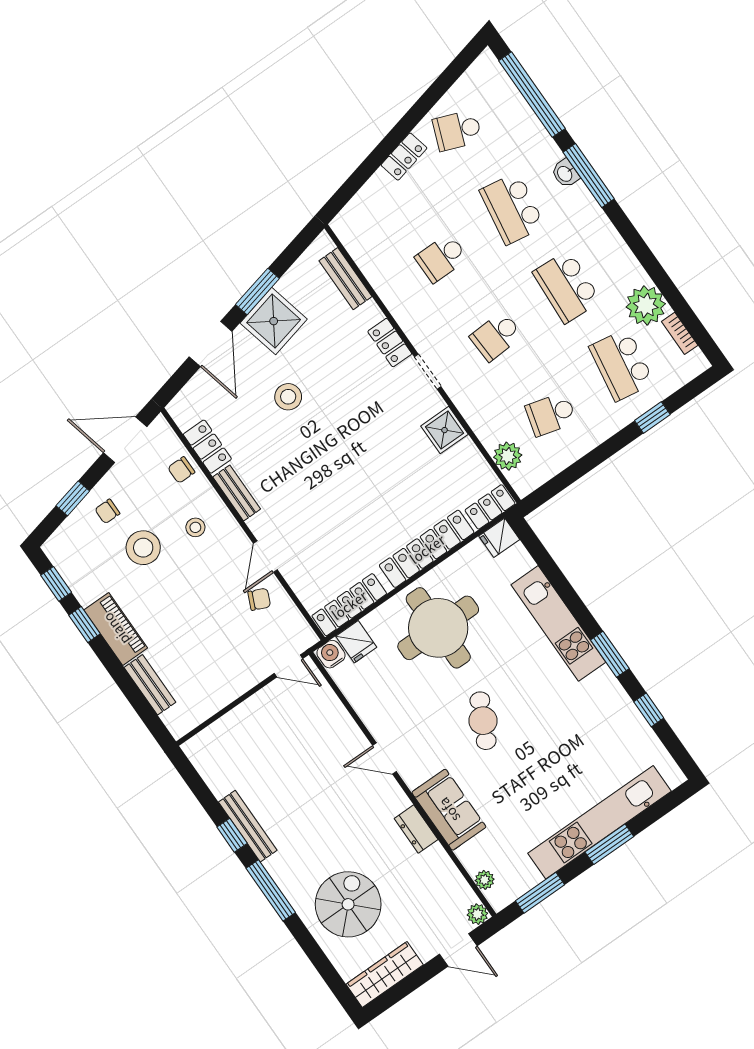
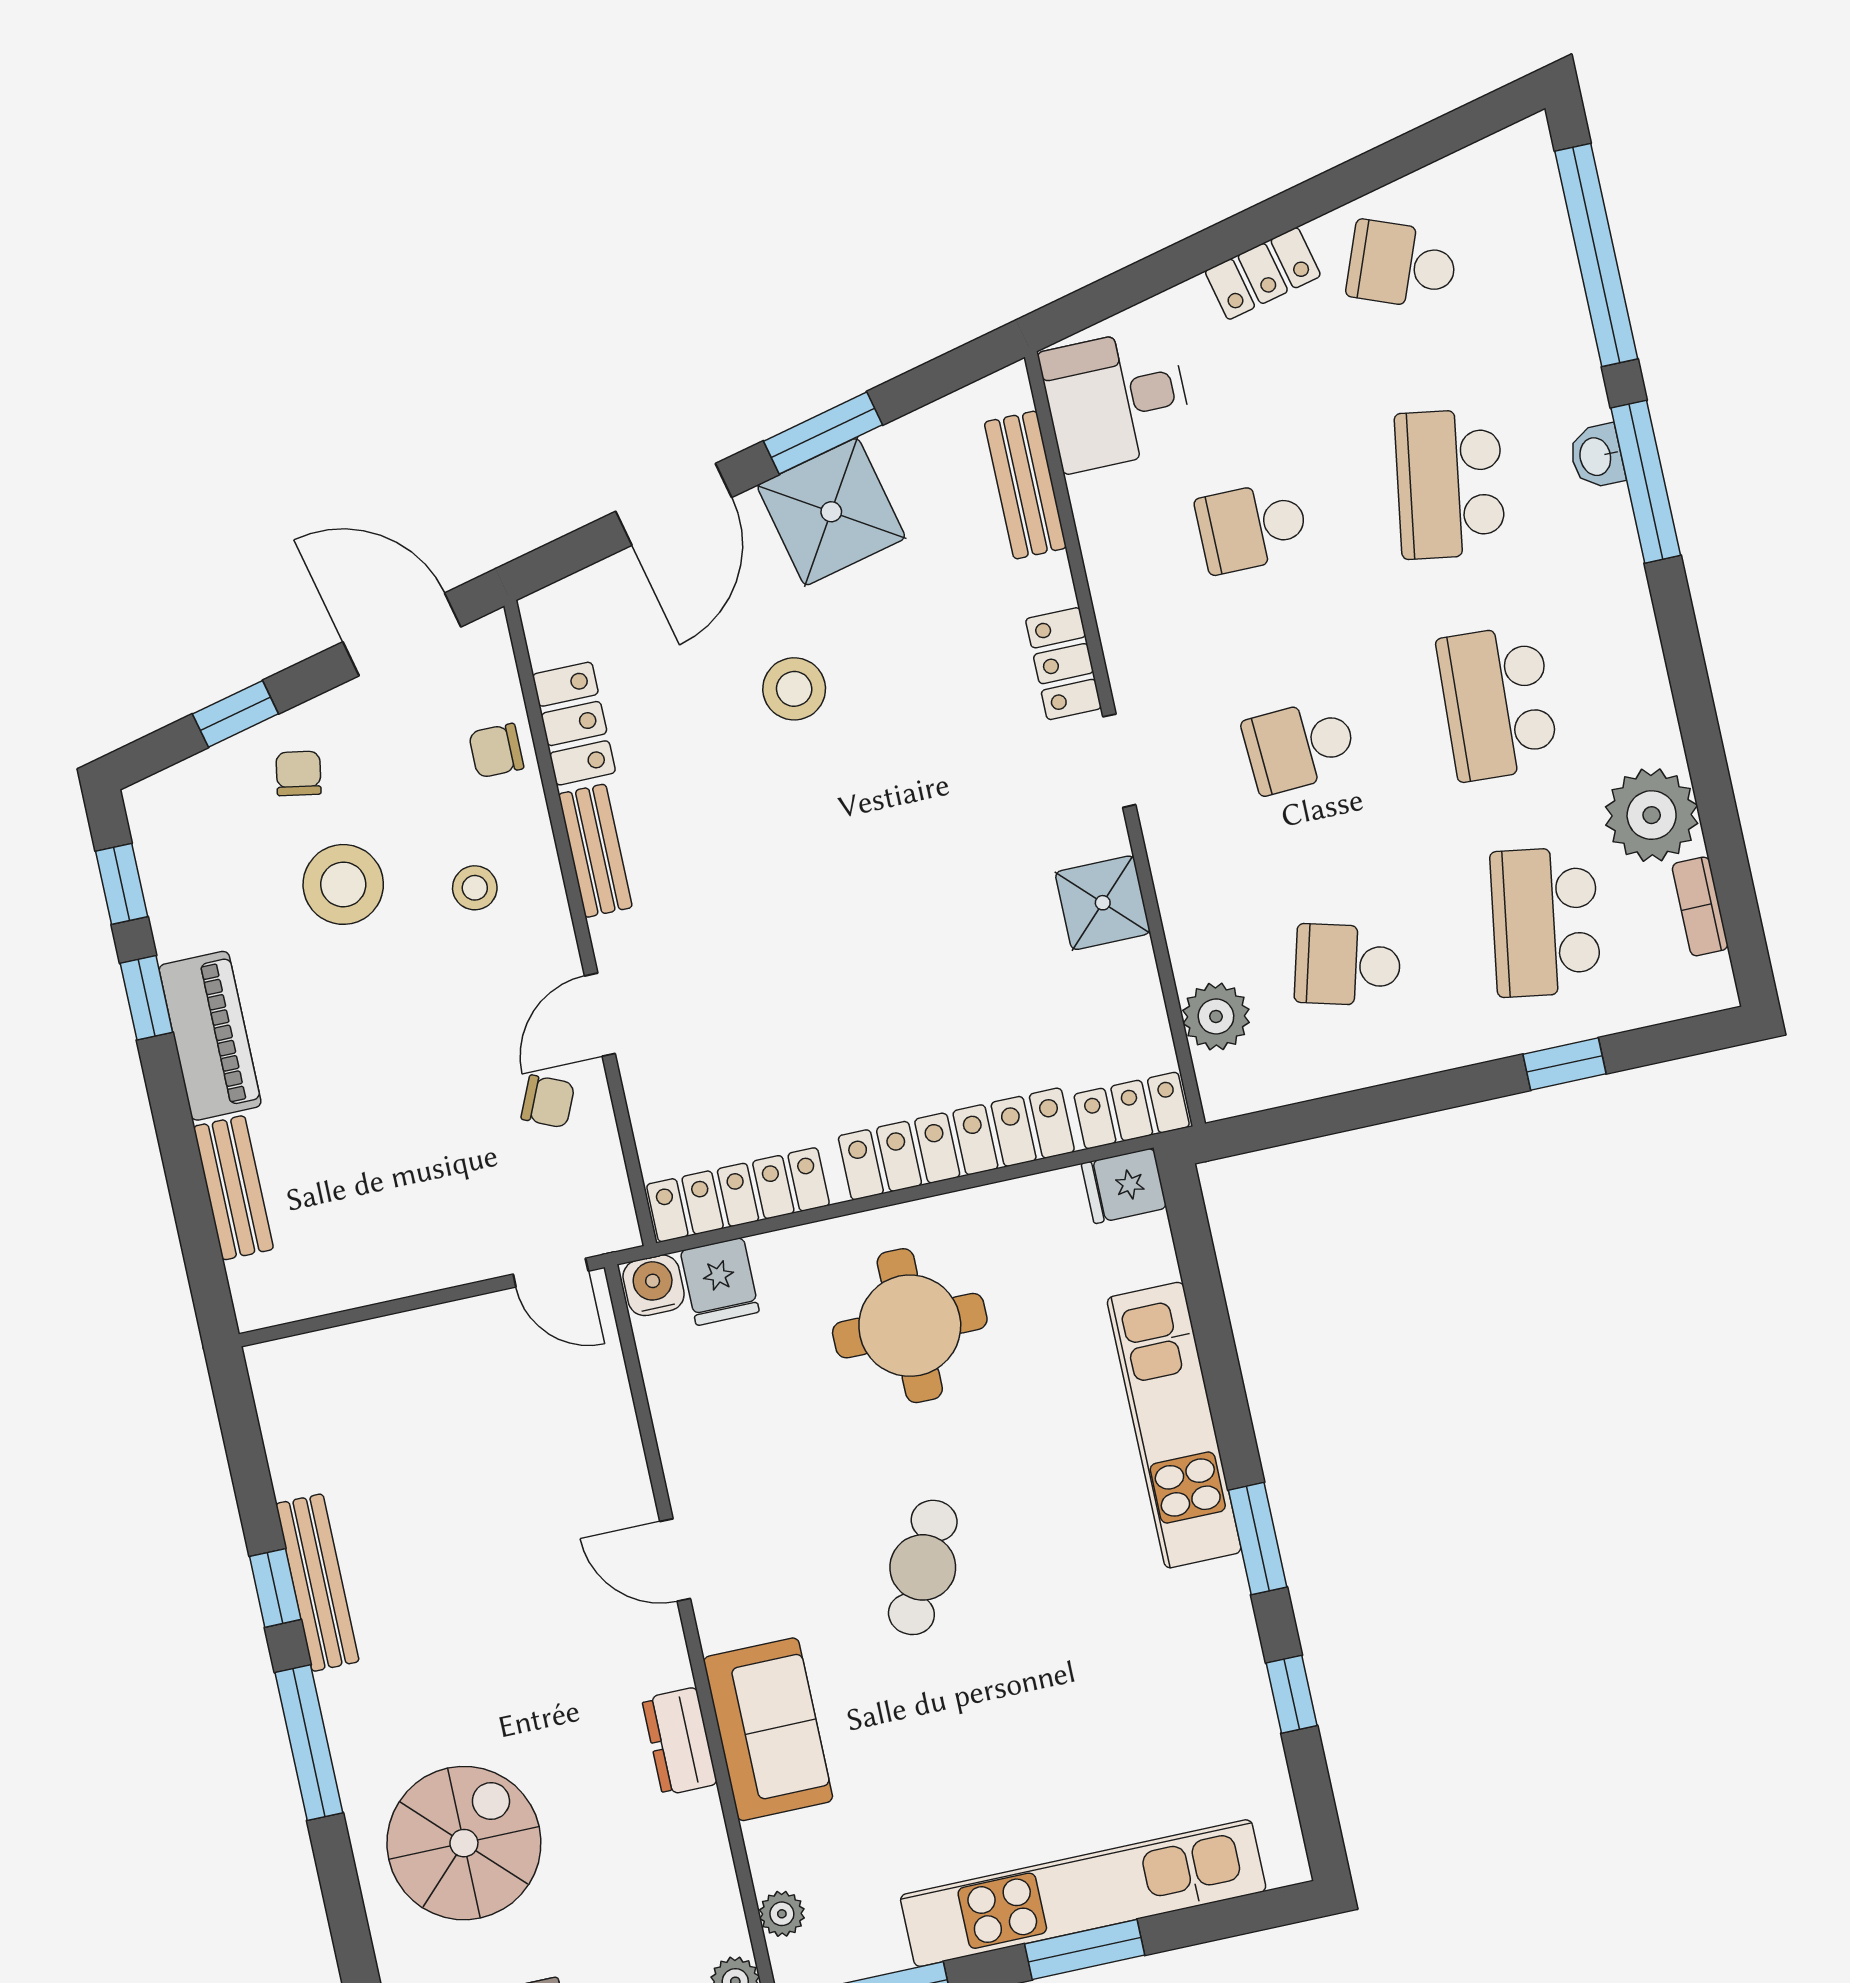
desk: (367, 230) -> (1116, 400), added
chair: (107, 511) -> (298, 773), turned 100
round table: (438, 628) -> (910, 1326), width x0.73, depth x0.73

